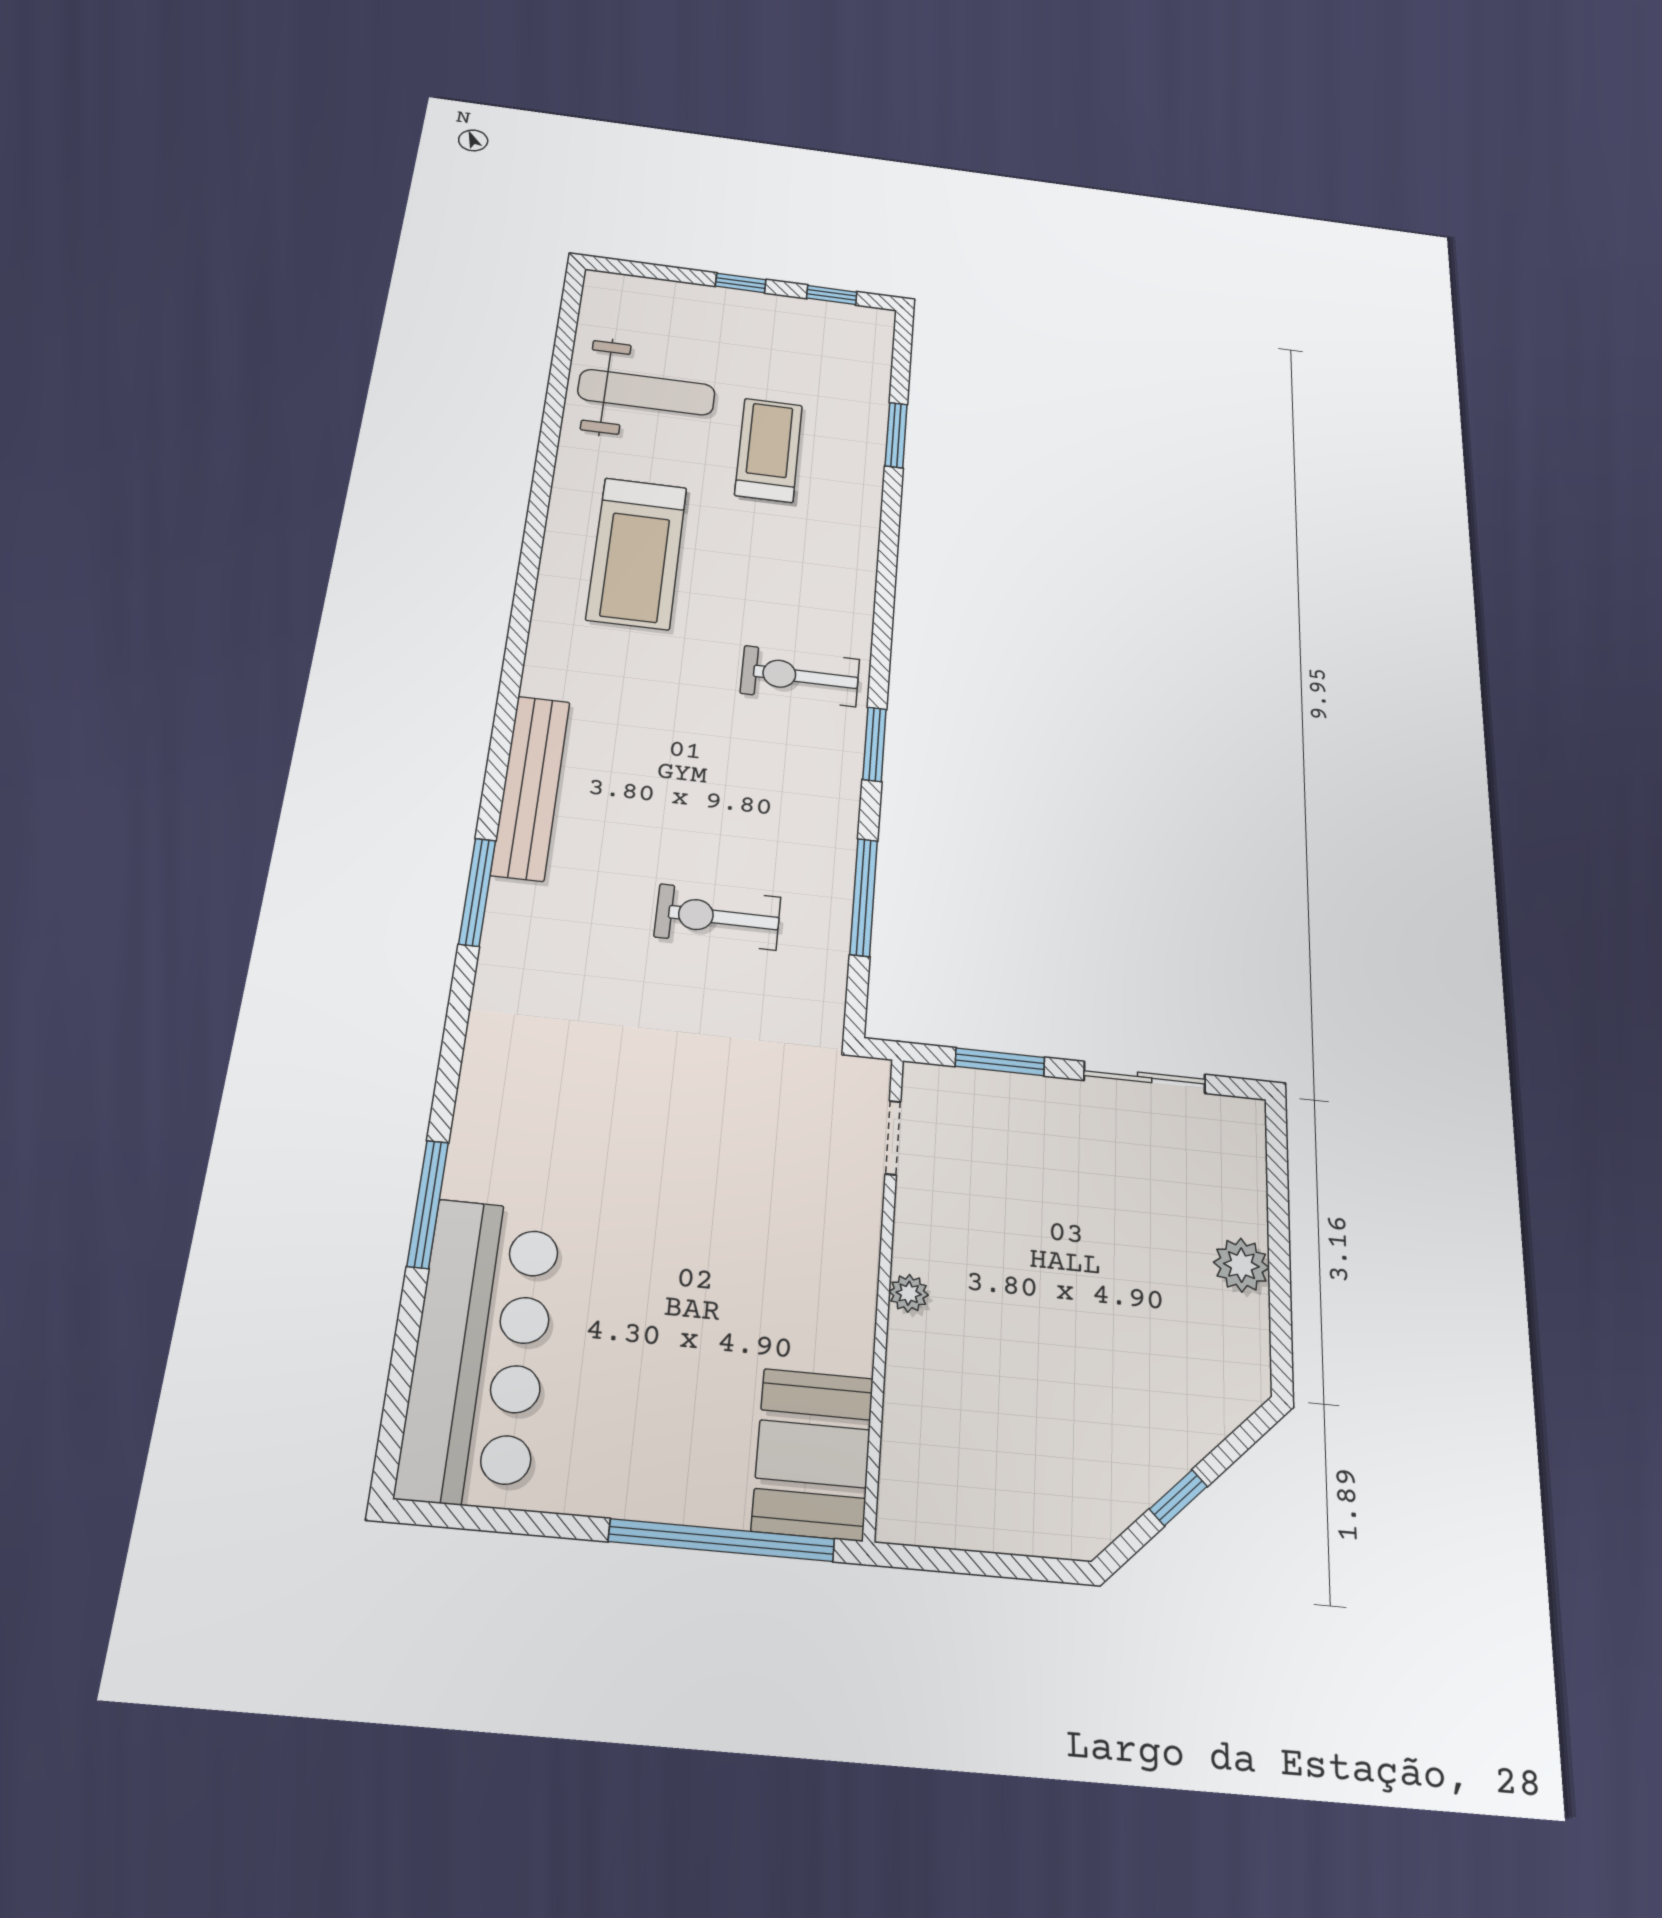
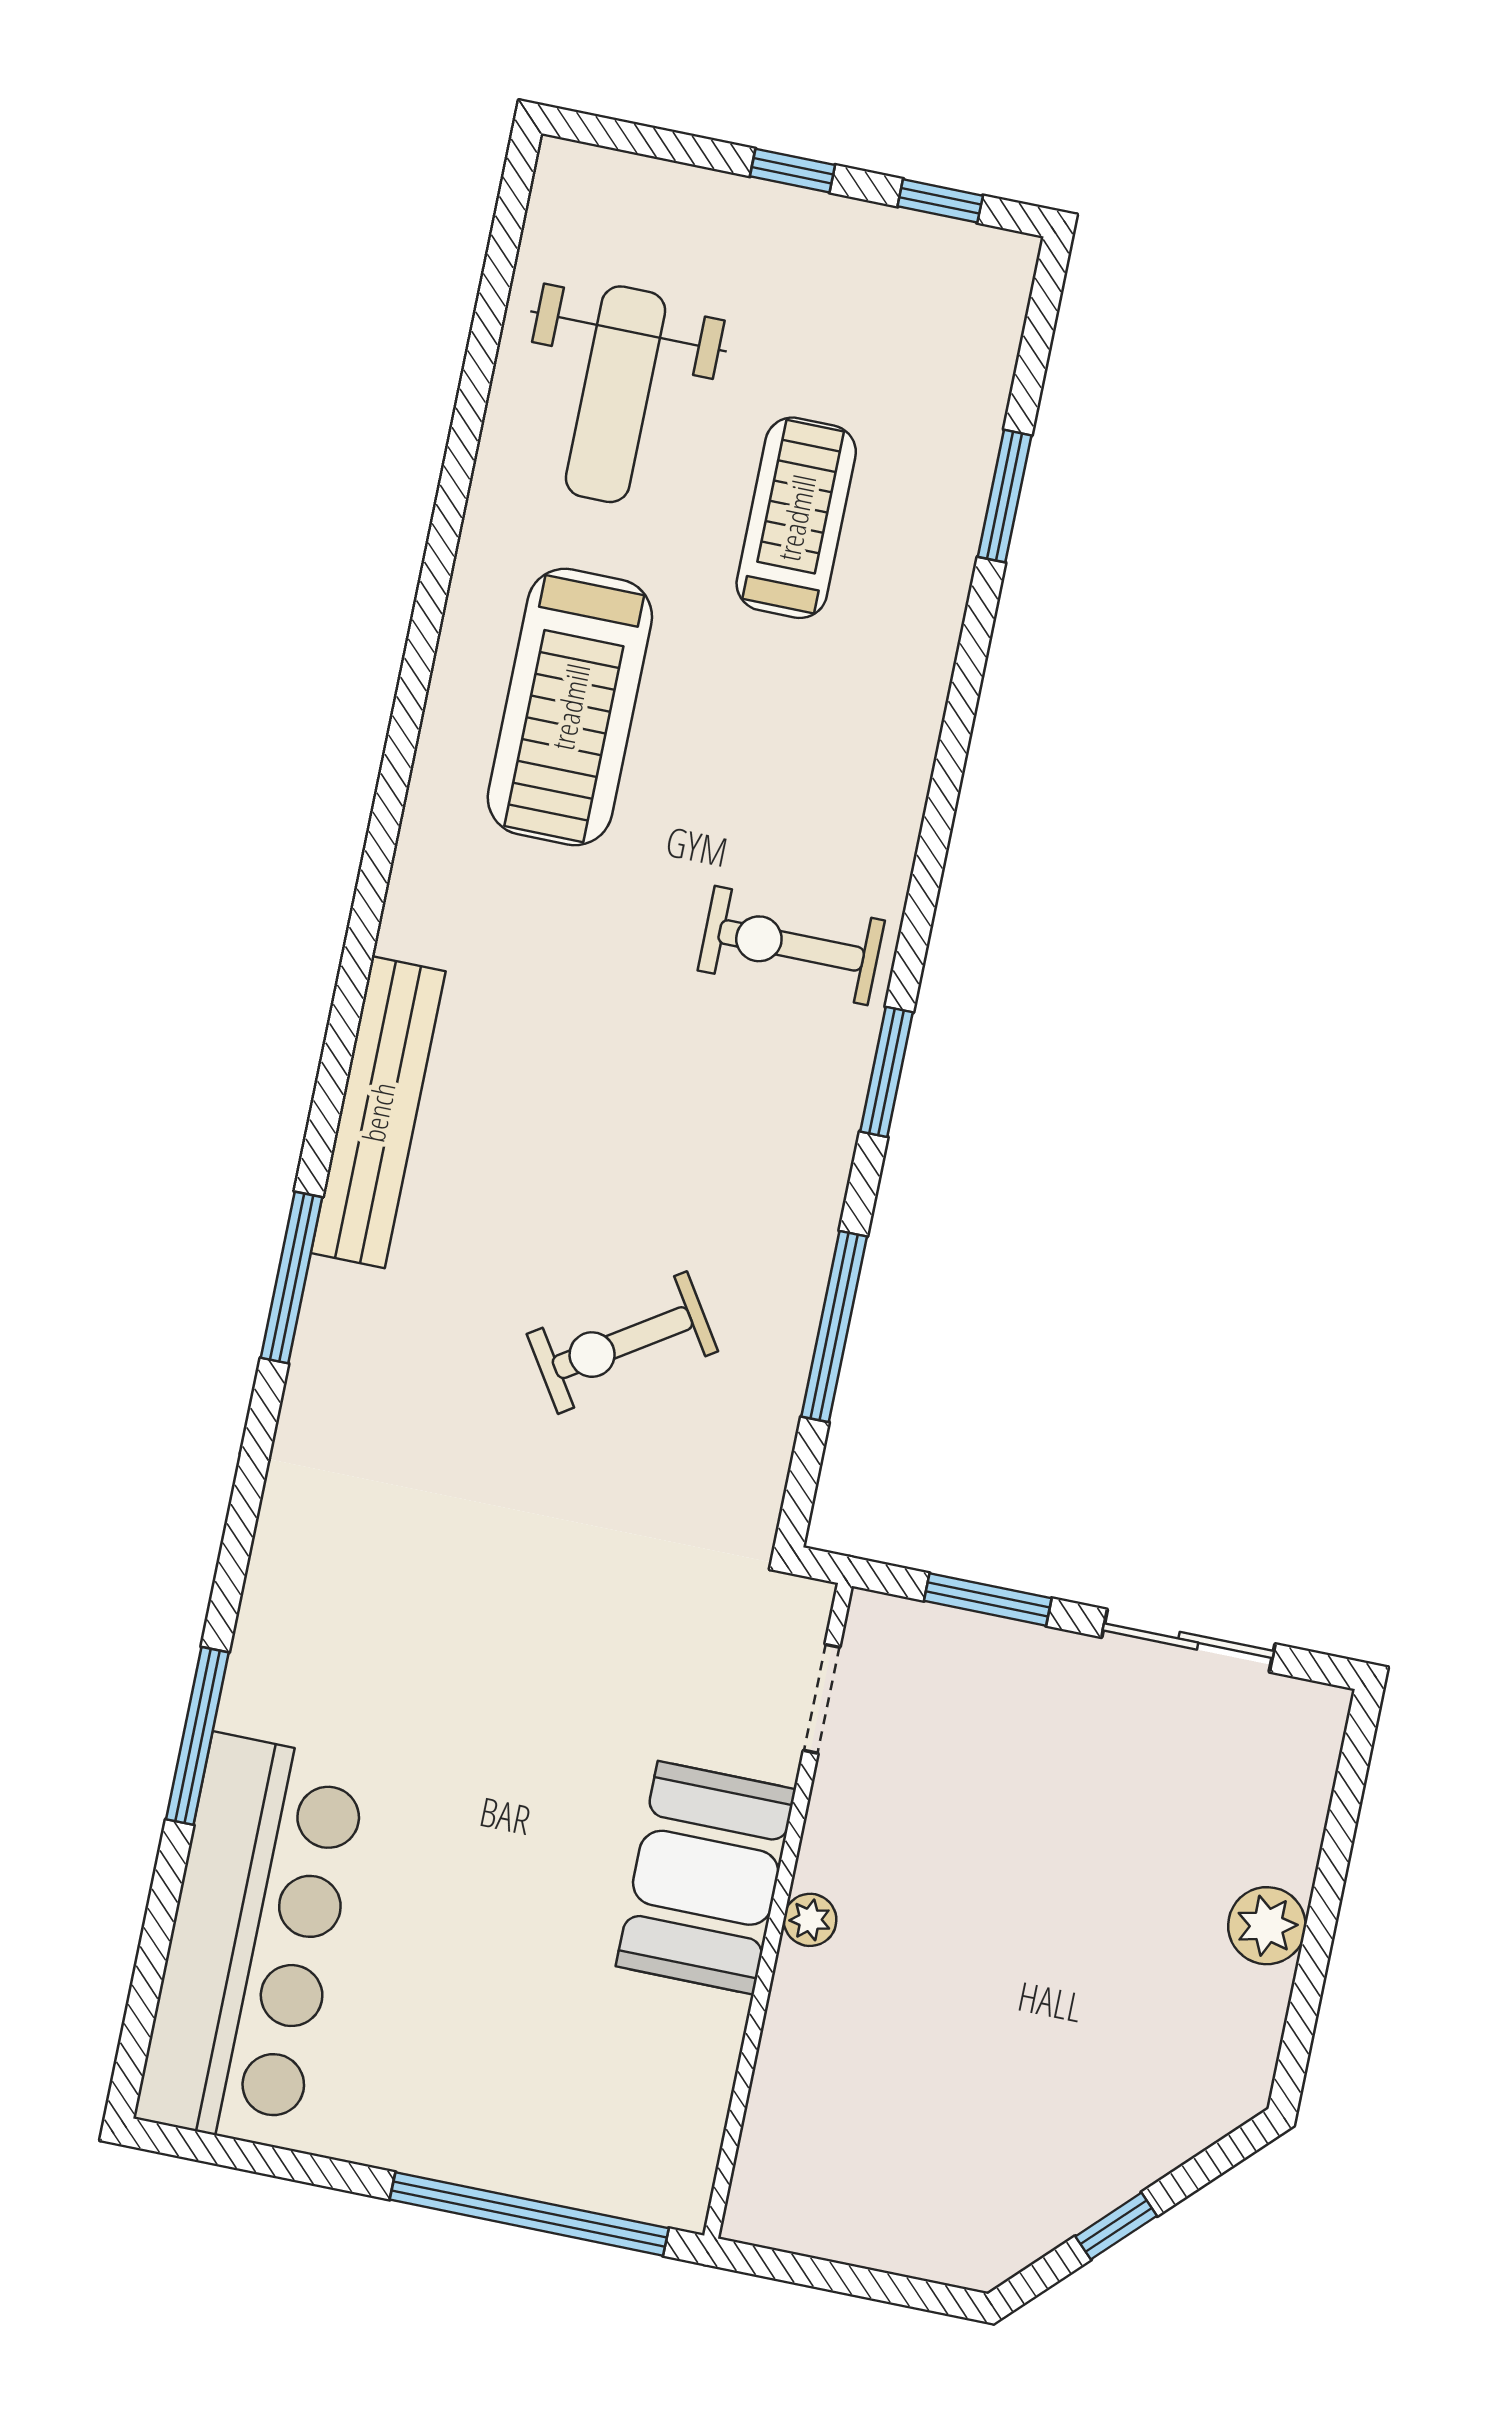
weight bench: (646, 392) -> (615, 394), turned 90
exercise bike: (718, 917) -> (622, 1343), turned -33
booth: (813, 1454) -> (706, 1878), moved

